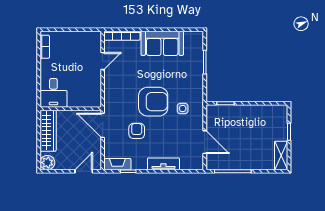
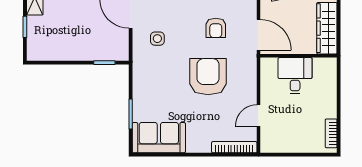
sofa: (162, 43) -> (159, 138), moved
desk: (53, 93) -> (295, 76), moved
armchair: (153, 102) -> (208, 77), moved, turned 90
side table: (183, 109) -> (157, 39), moved

